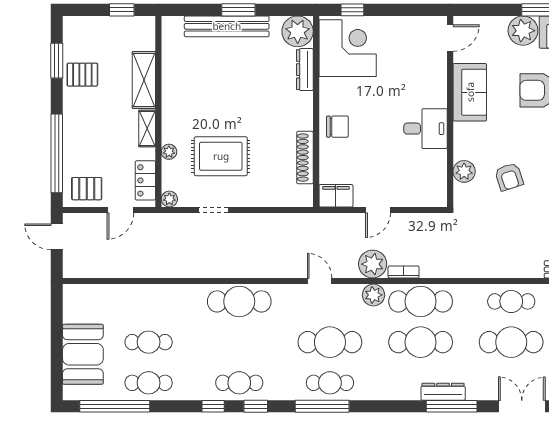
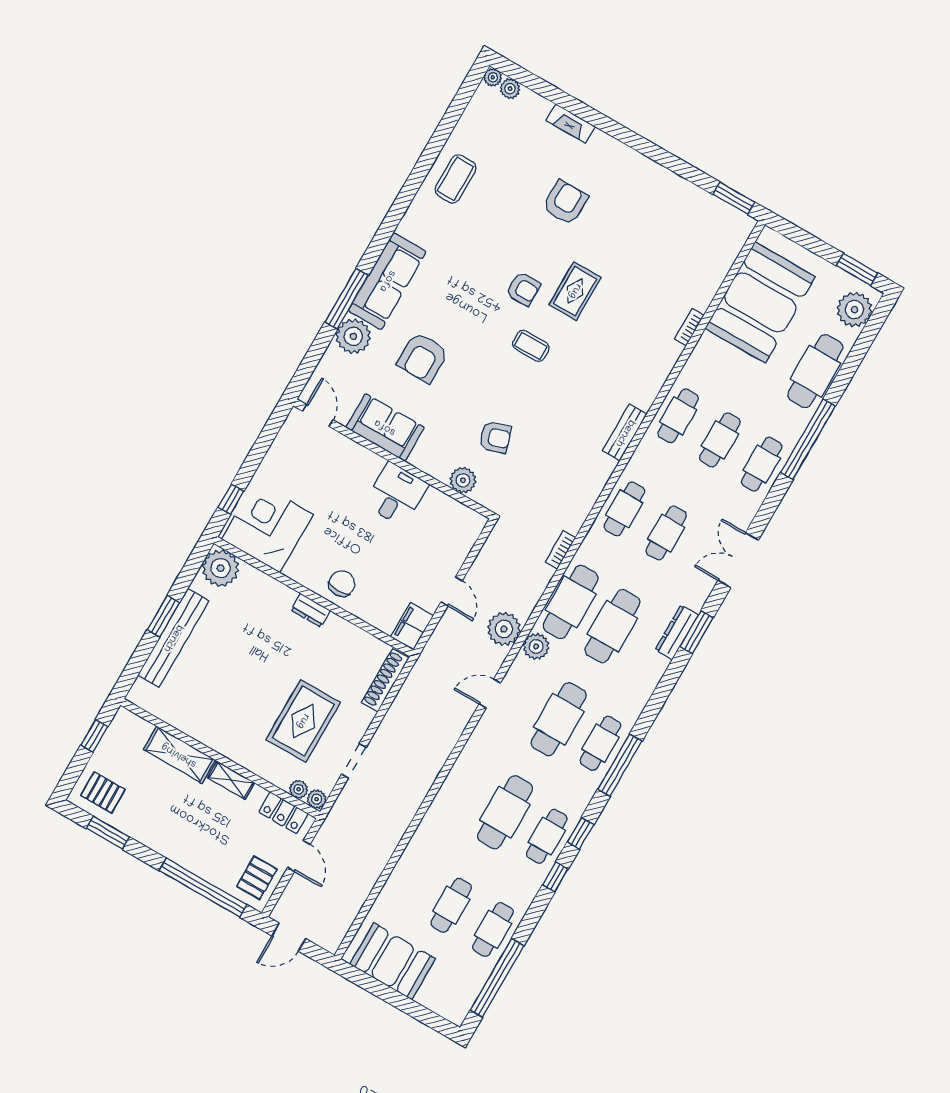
dresser: (305, 70) -> (311, 610), moved, width x0.70
pallet: (82, 75) -> (103, 792), moved, turned 90
plant: (169, 152) -> (299, 789), moved
shoe rack: (305, 158) -> (385, 680), moved, turned 90
bookcase: (404, 272) -> (560, 550), moved
cafe table: (239, 301) -> (505, 812), moved
cafe table: (511, 342) -> (666, 533), width x0.73, depth x0.74
booth: (83, 354) -> (393, 961), moved
window: (452, 406) -> (697, 632), width x0.69

